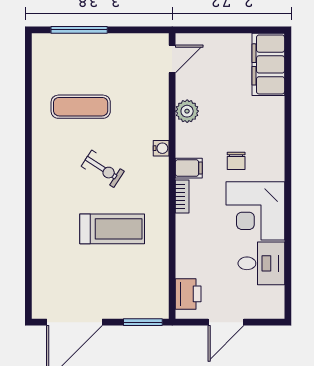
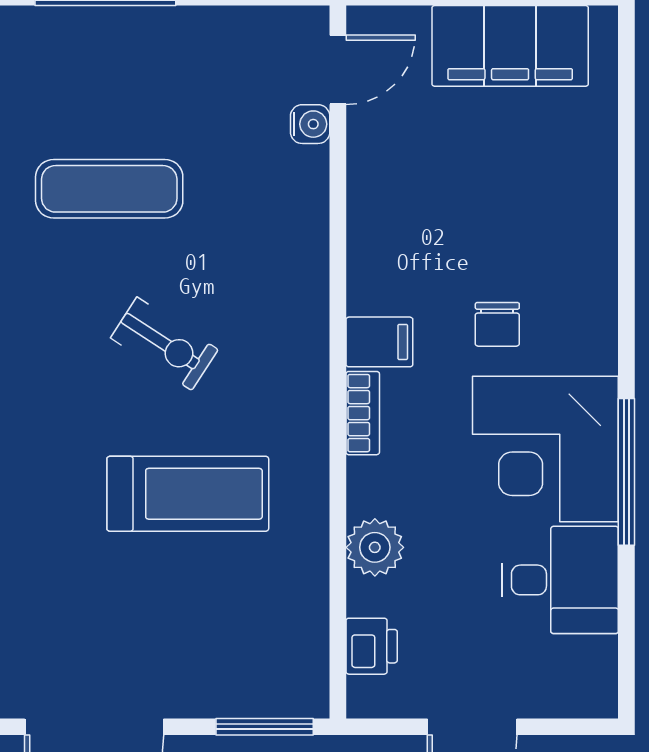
filing cabinet: (268, 64) -> (510, 46), moved, turned -90
plant: (187, 111) -> (375, 547), moved
water cooler: (161, 148) -> (310, 124), moved
window: (288, 220) -> (626, 472), added
printer: (188, 294) -> (372, 646), width x0.73, depth x0.81

